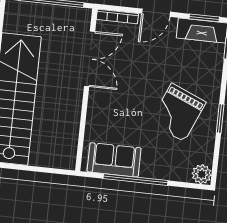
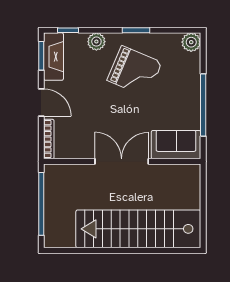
double door: (90, 59) -> (122, 161), moved
plant: (213, 76) -> (96, 42), added
sofa: (114, 160) -> (176, 145), moved, turned 90

